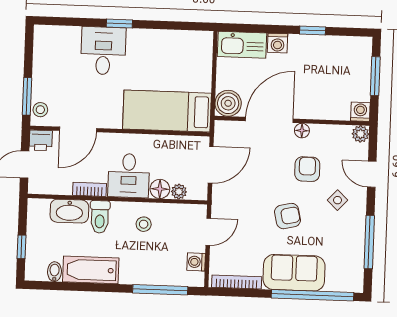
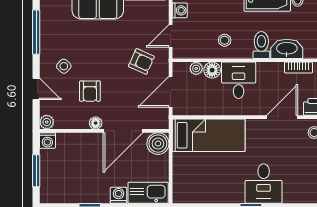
bookcase: (89, 189) -> (298, 68), moved
armchair: (287, 216) -> (141, 61), moved, turned -143

